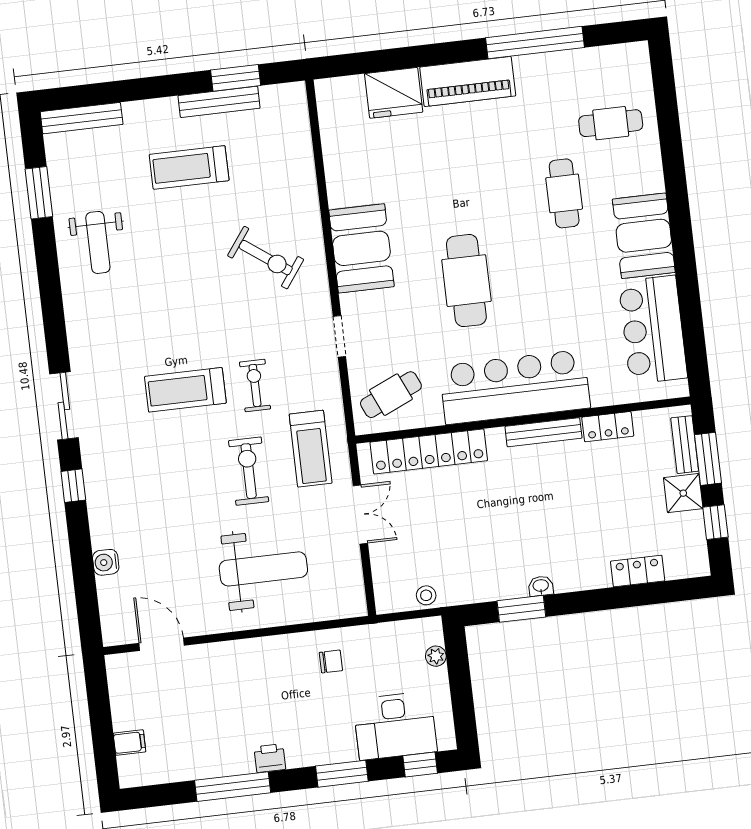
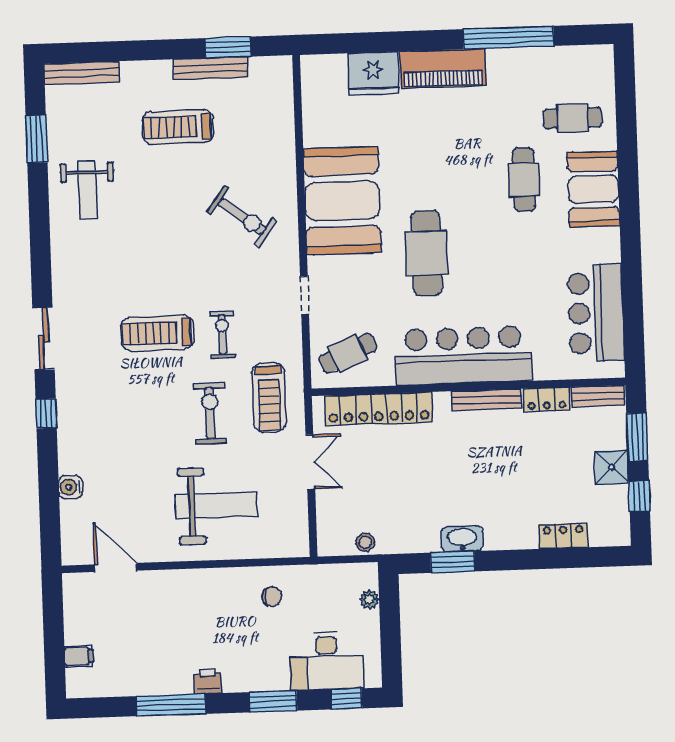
booth: (644, 236) -> (593, 189), moved
booth: (361, 248) -> (342, 201), width x1.36, depth x1.42
bench: (685, 445) -> (598, 396), moved, turned 90
washbasin: (541, 586) -> (462, 539), width x1.91, depth x1.45

